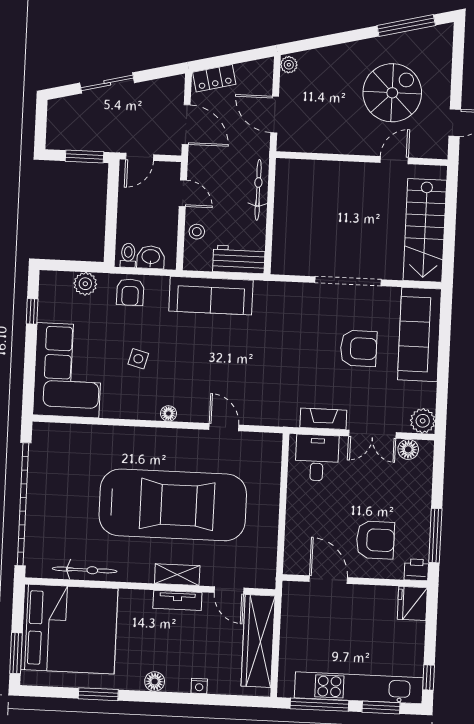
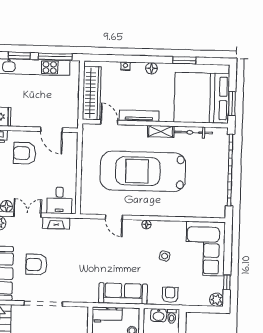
plant: (85, 284) -> (217, 300), moved
shelving: (177, 575) -> (161, 131), moved
tv unit: (177, 600) -> (139, 116), width x1.41
window: (16, 653) -> (232, 104), moved

